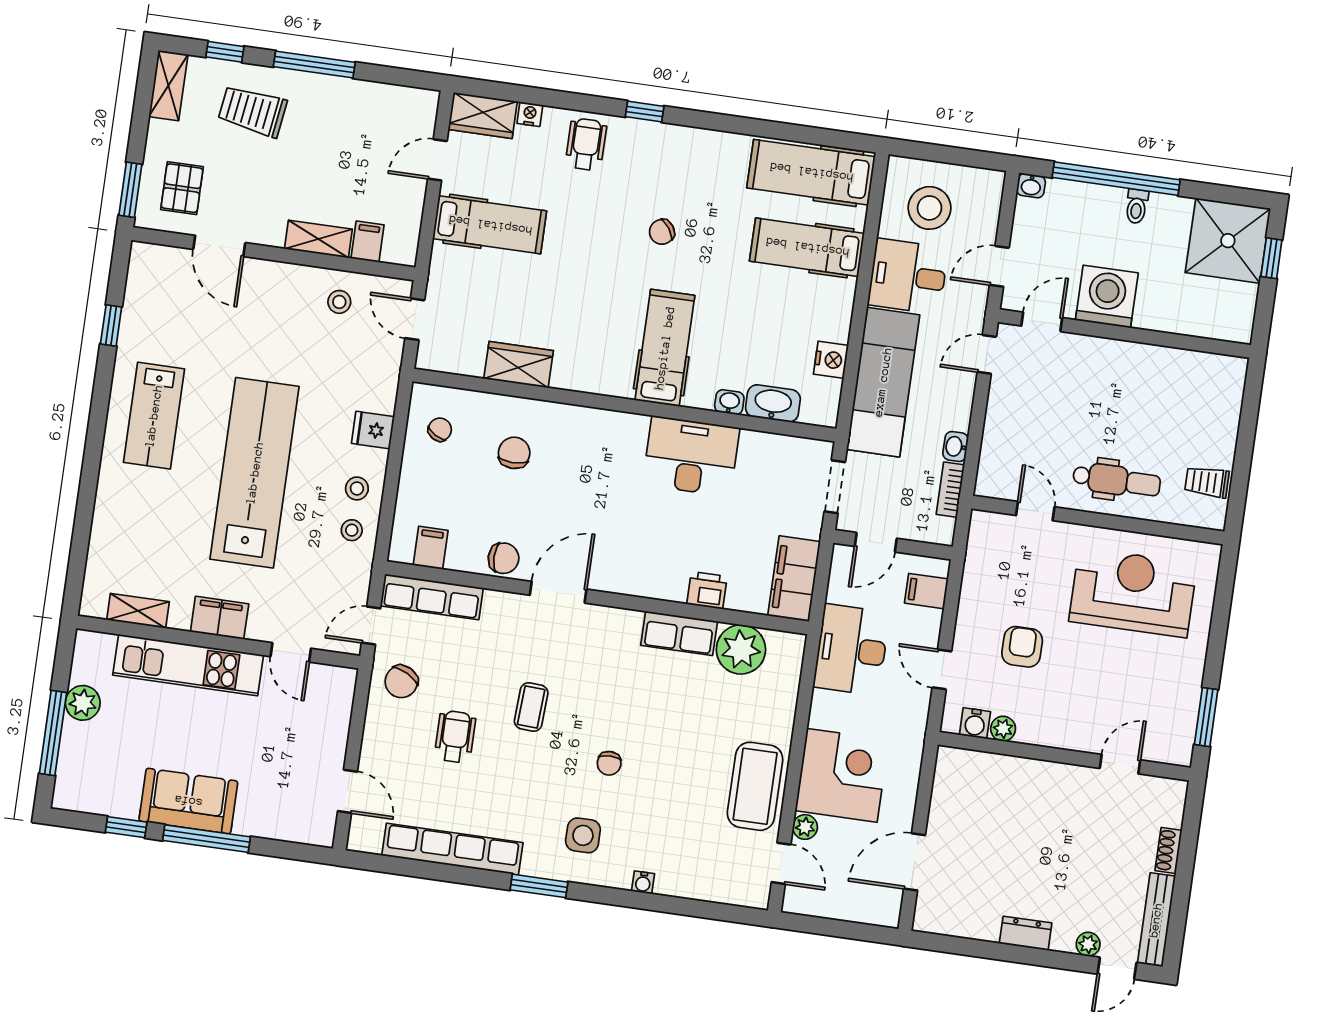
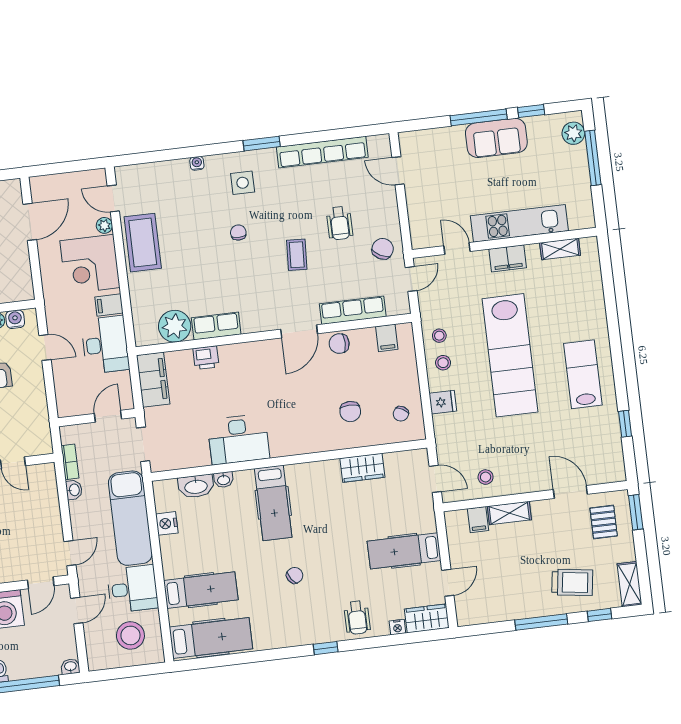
filing cabinet: (926, 591) -> (109, 305), moved, turned 180
row of seats: (432, 597) -> (353, 310), moved
plant: (83, 703) -> (573, 133), moved

